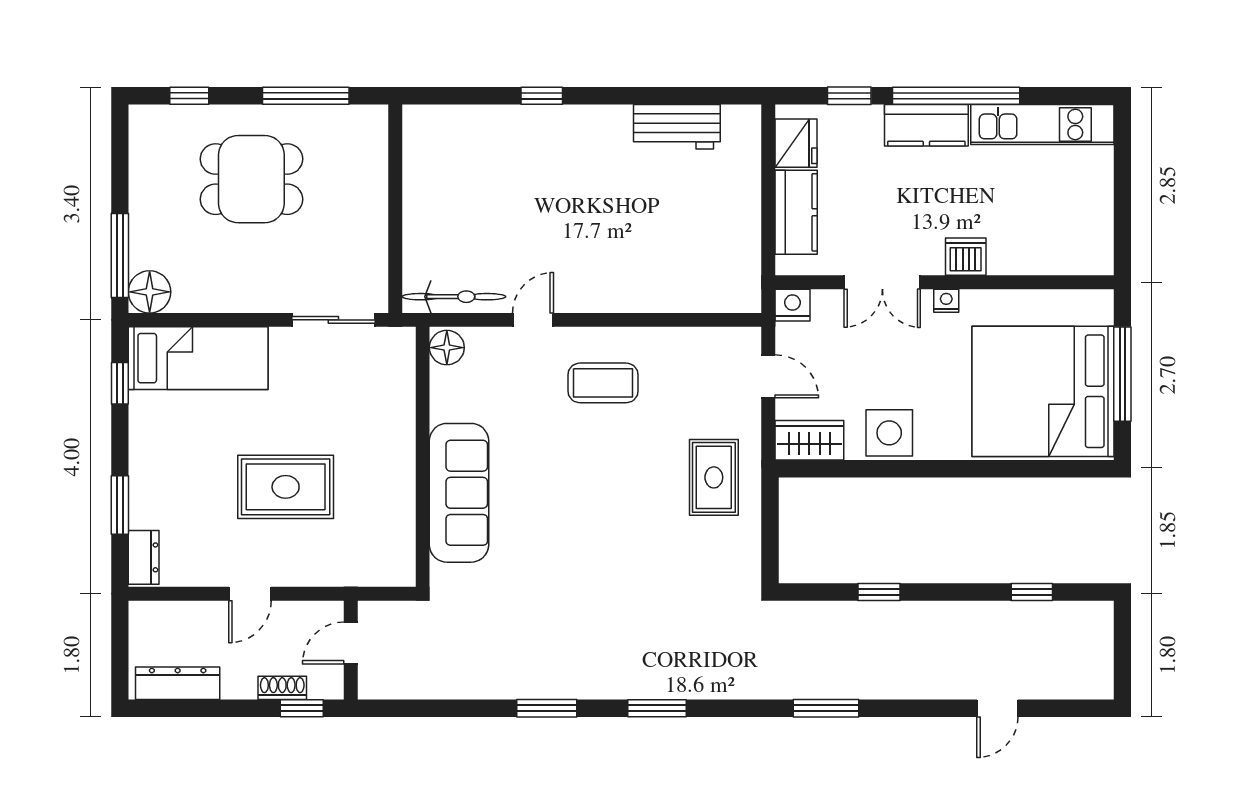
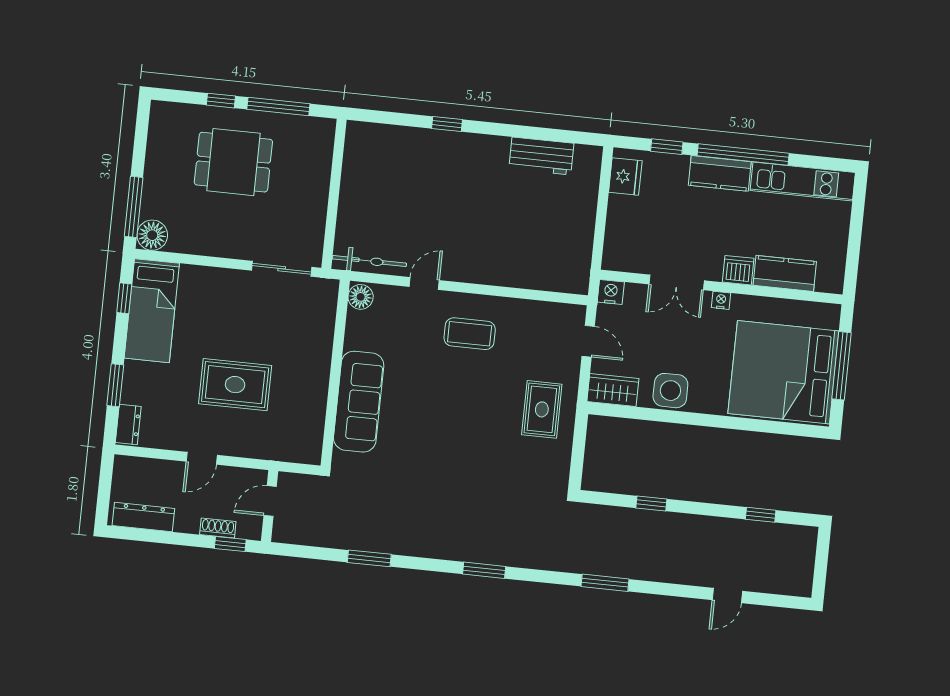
window: (189, 96) -> (221, 101), moved
kitchen counter: (796, 212) -> (785, 273), moved, turned -90
bed: (198, 358) -> (152, 311), moved, turned 90
window: (547, 708) -> (369, 558), moved

